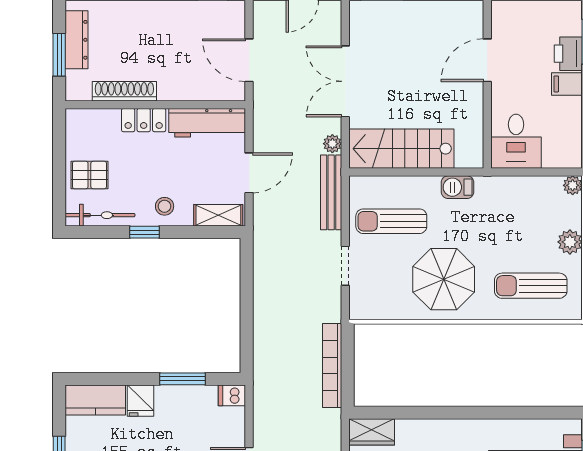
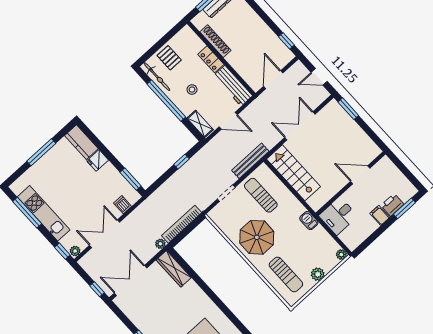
plant: (332, 144) -> (160, 244), moved
barbecue: (458, 187) -> (309, 221), moved
stool: (165, 206) -> (192, 90), moved
window: (144, 232) -> (166, 101), width x3.17
sun lounger: (531, 286) -> (286, 274), turned 180
window: (247, 288) -> (182, 162), added
window: (182, 379) -> (131, 179), moved
dishwasher: (232, 395) -> (123, 205), moved
wardrobe: (372, 432) -> (174, 269), width x1.50

